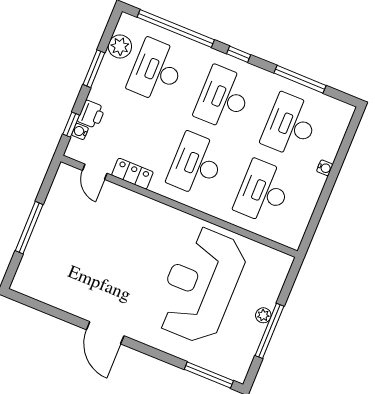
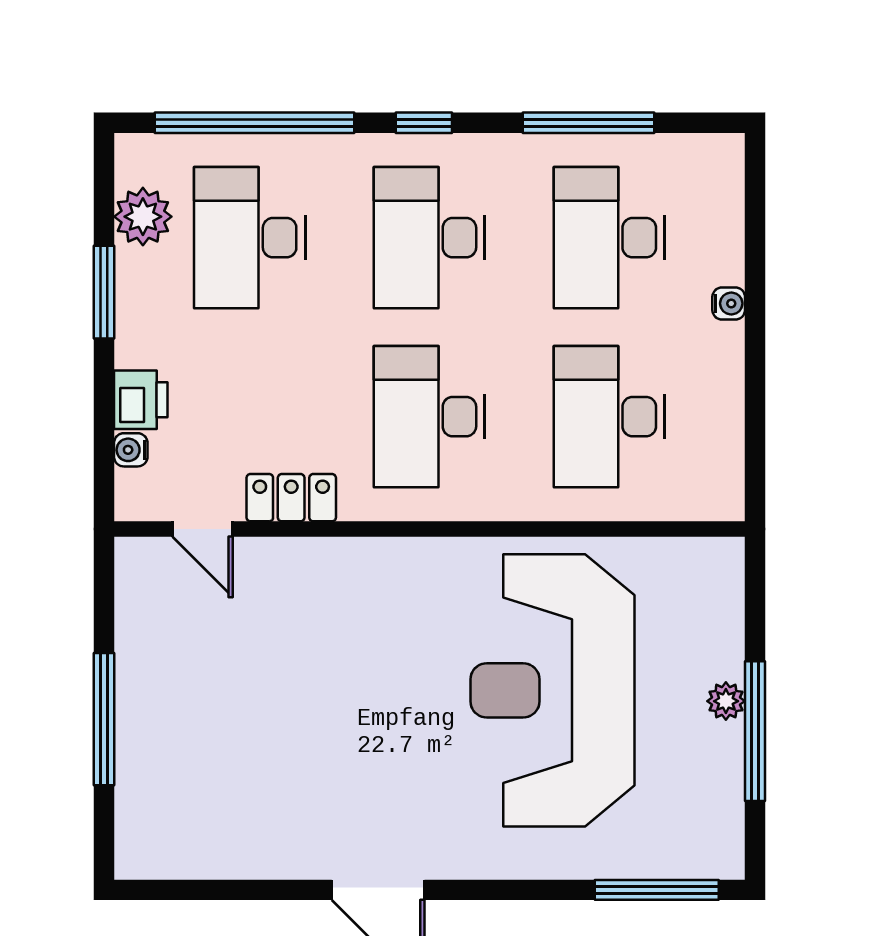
window: (71, 125) -> (104, 443), removed

